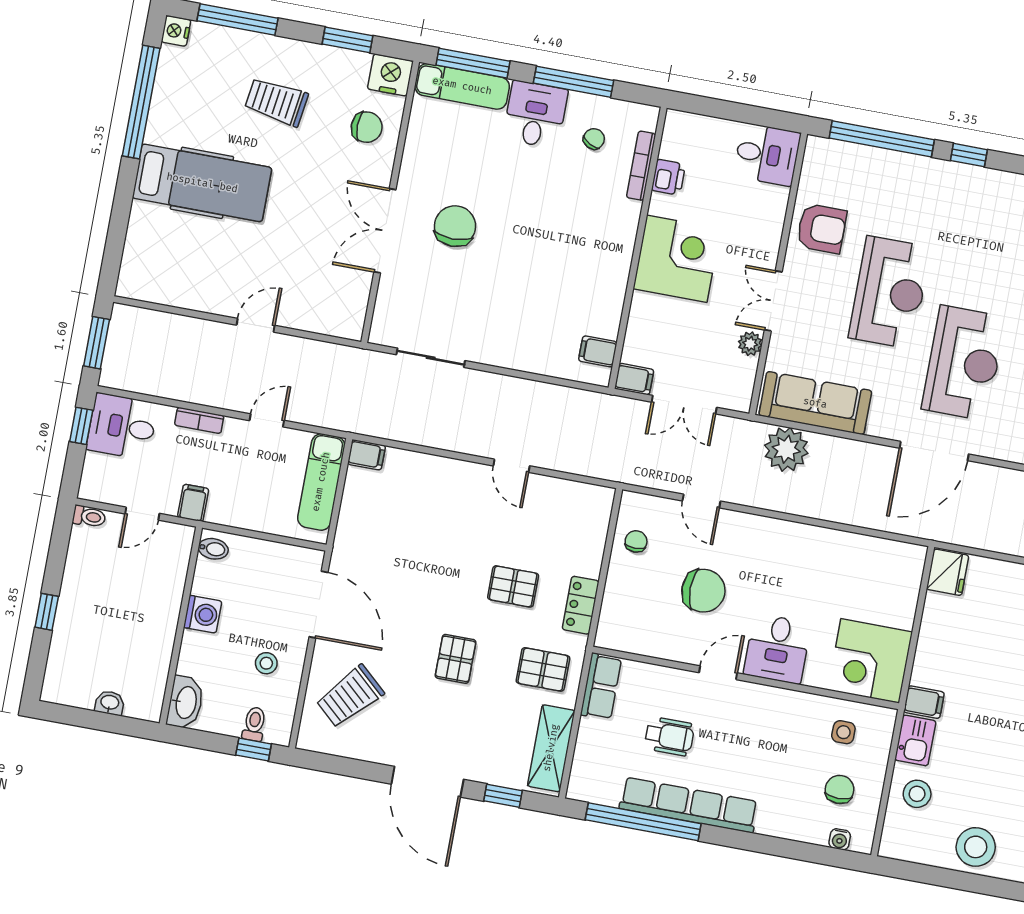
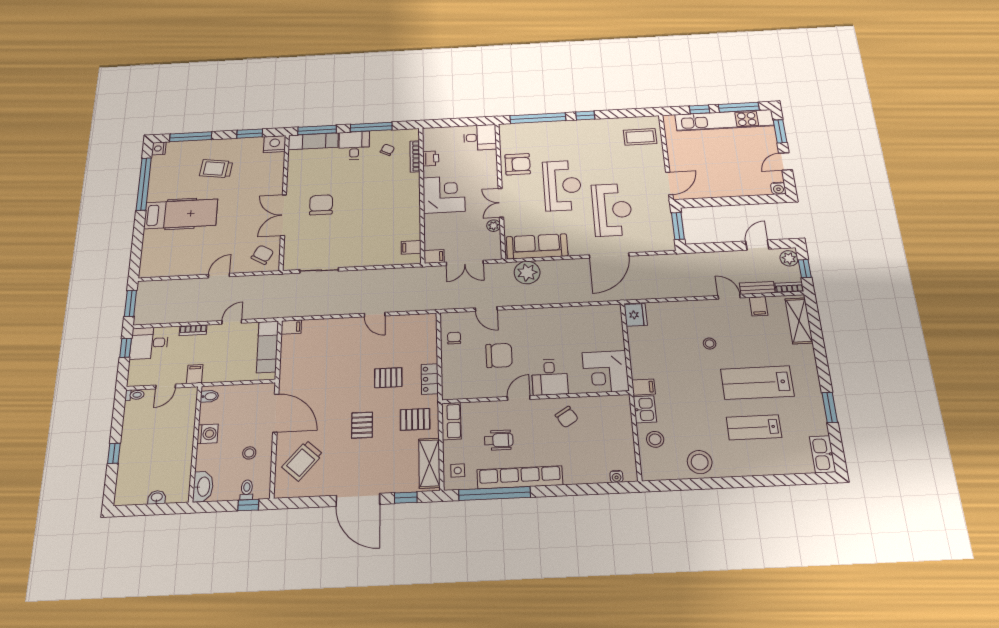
chair: (367, 127) -> (262, 255), moved, turned -60
side table: (843, 732) -> (458, 471), moved
chair: (840, 789) -> (567, 417), moved, turned 148

